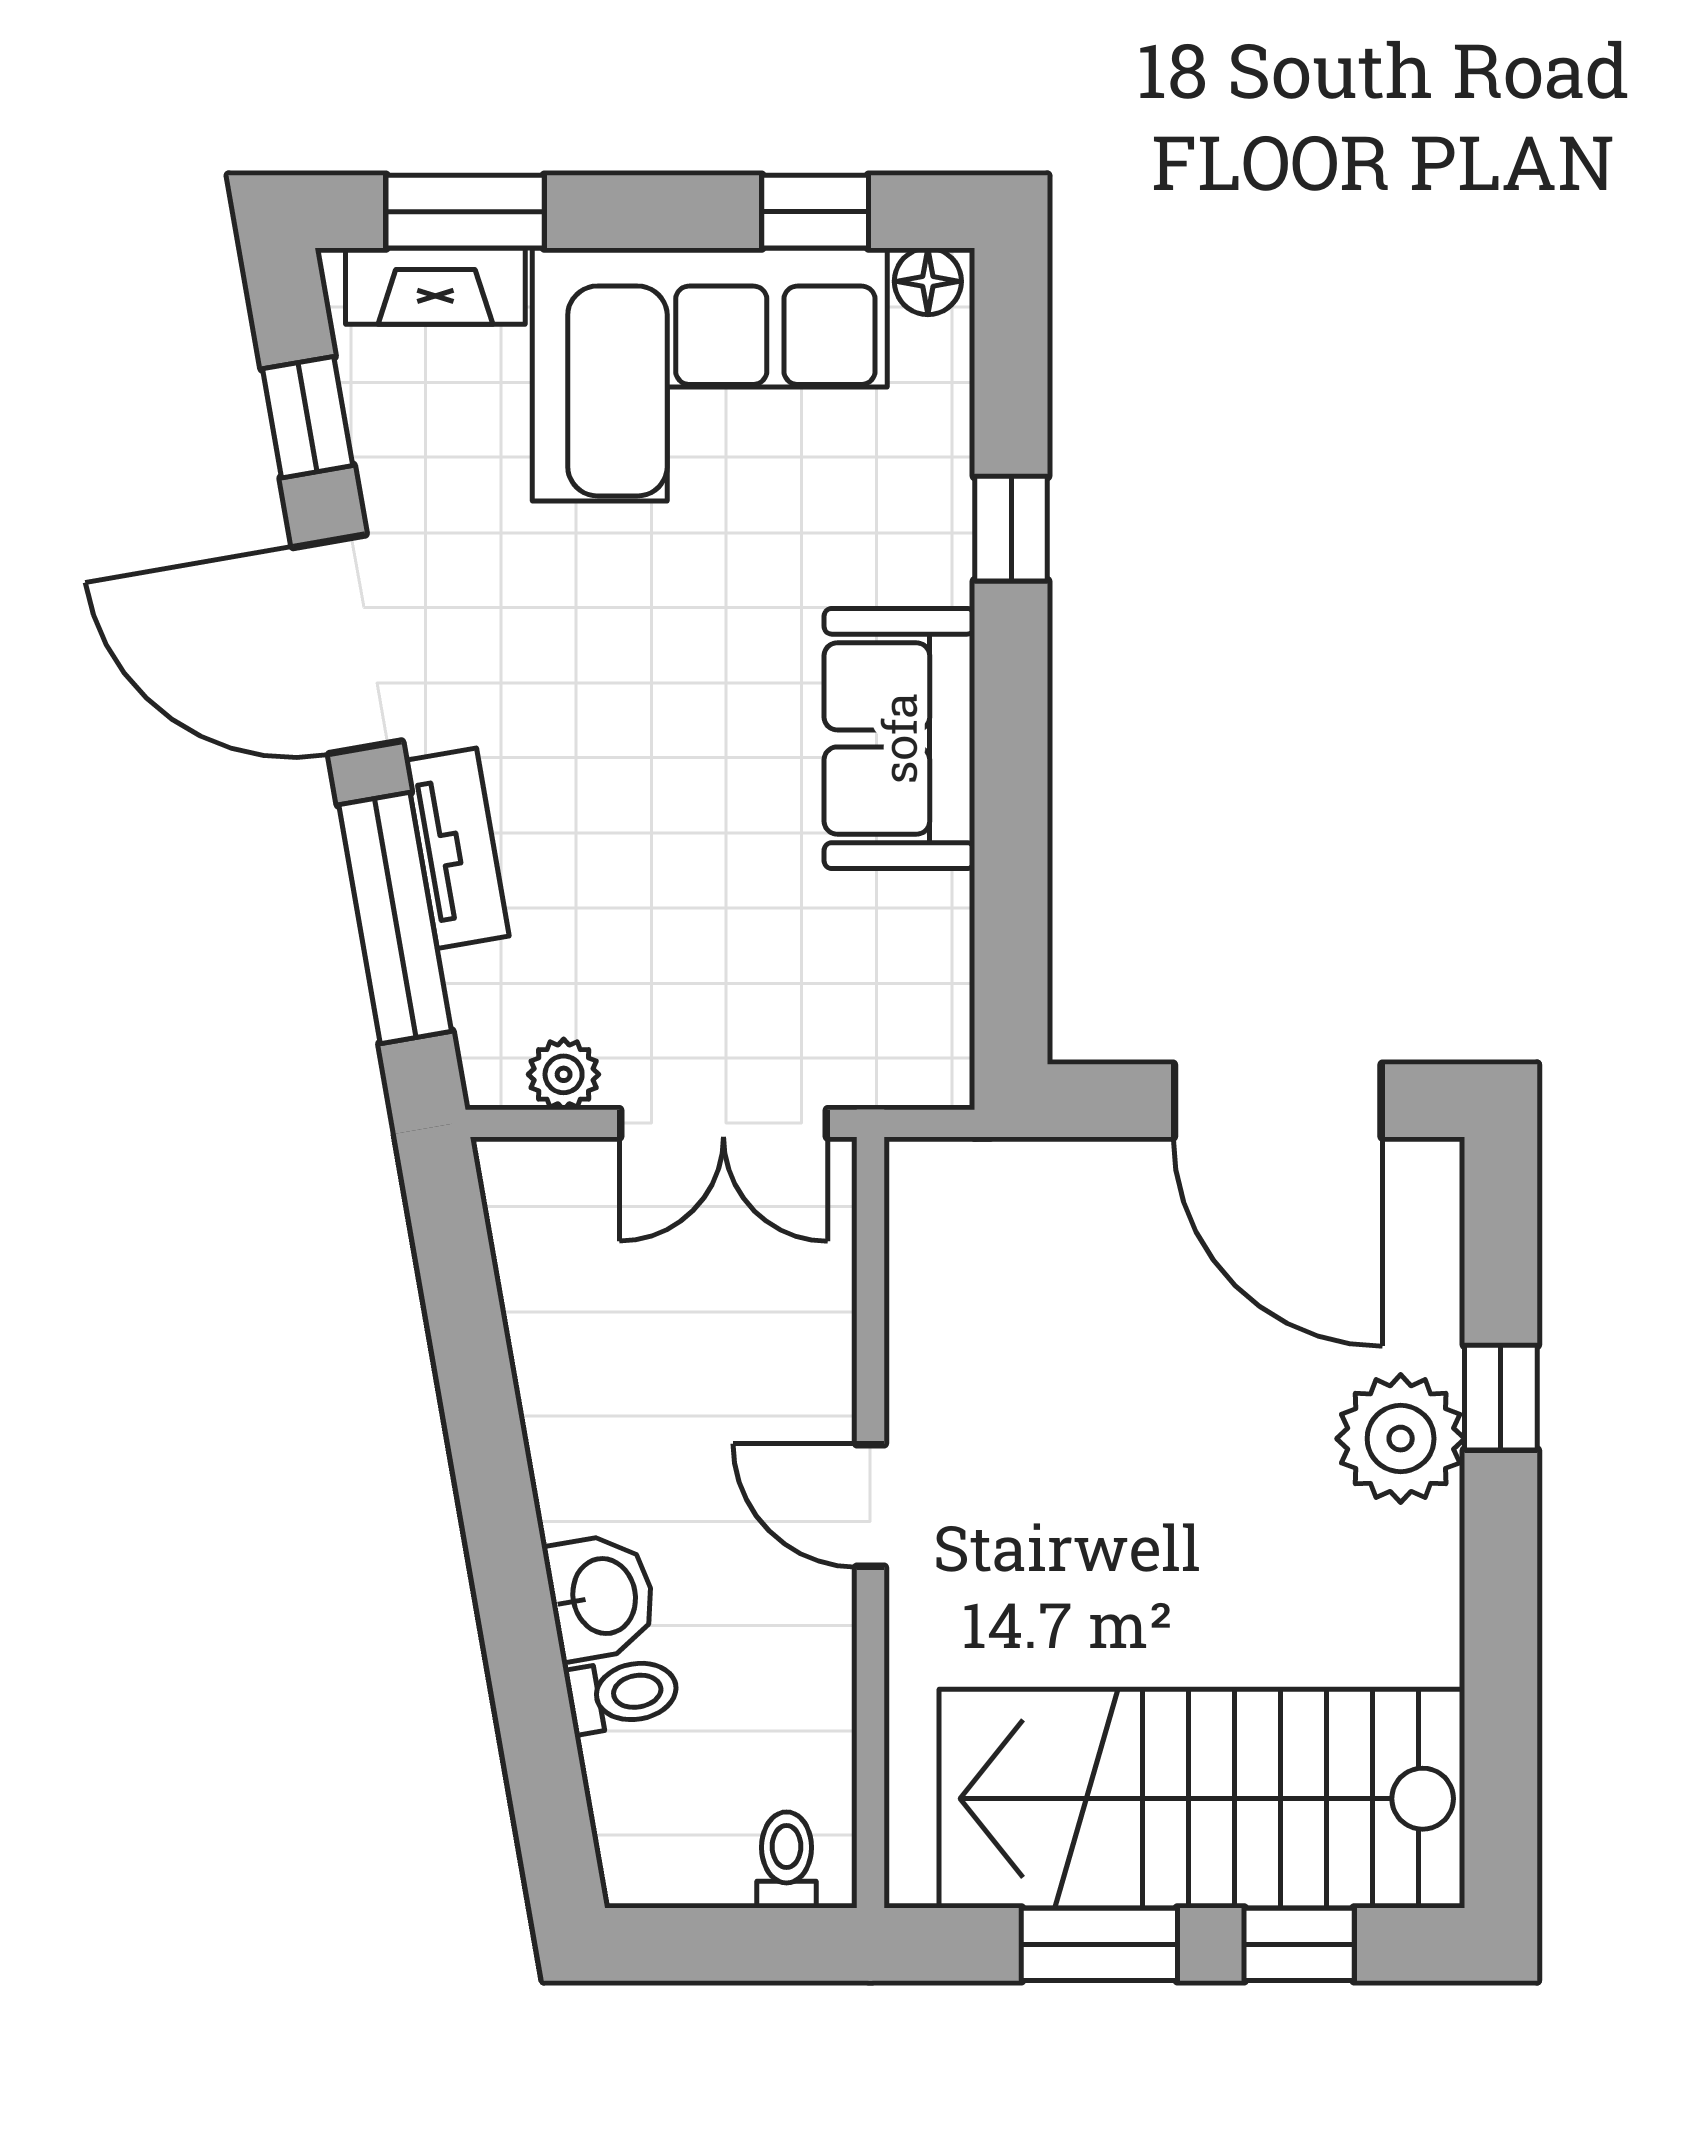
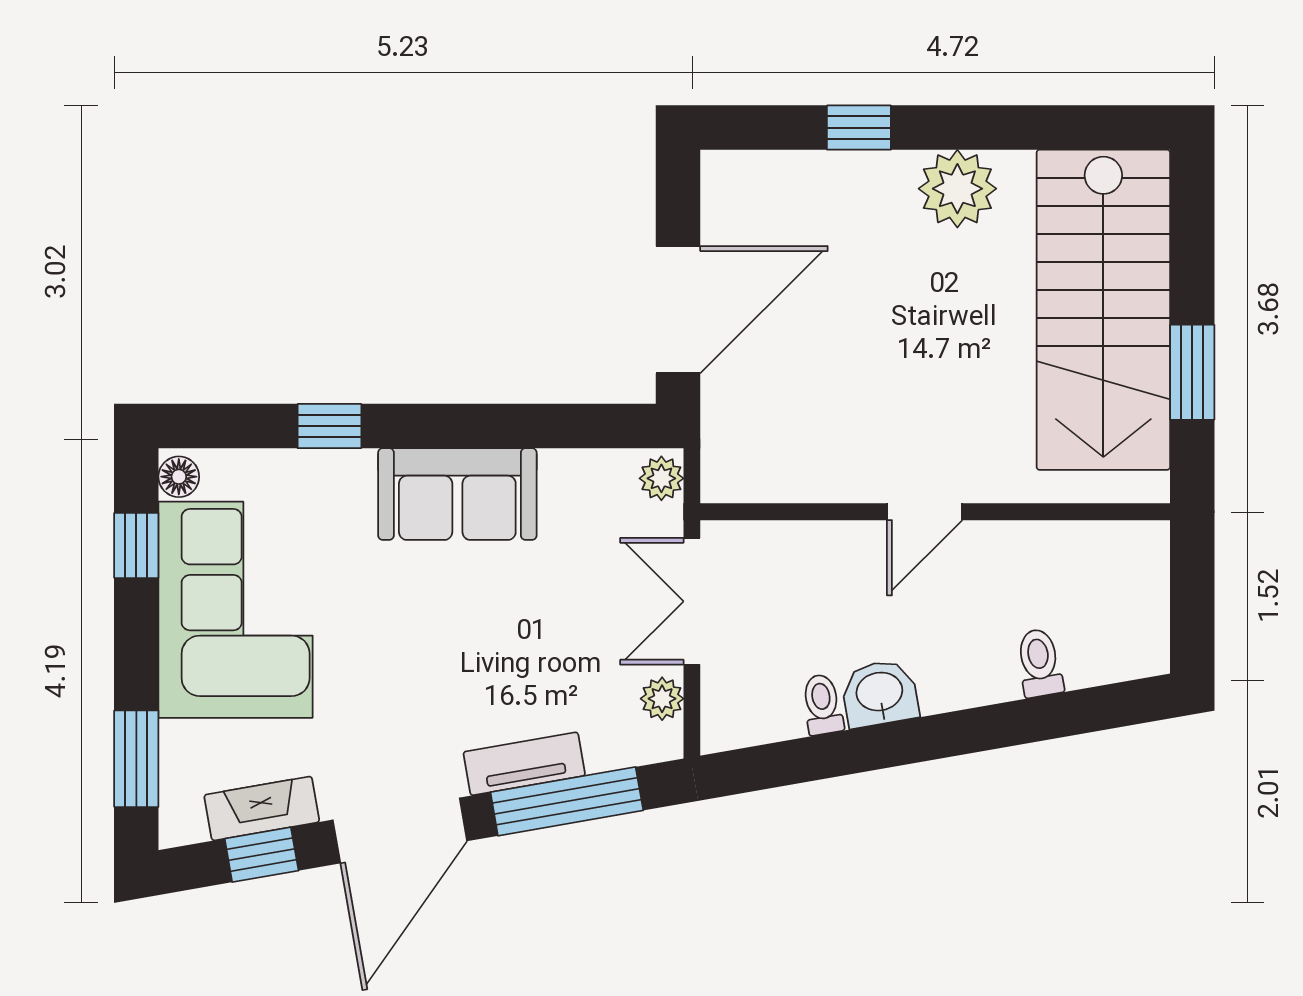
fireplace: (435, 286) -> (262, 808), moved, turned -100
plant: (925, 1073) -> (661, 478), added
door: (1278, 1101) -> (678, 310), moved
double door: (723, 1123) -> (692, 601), swing flipped
plant: (1401, 1439) -> (957, 189), moved
washbasin: (601, 1597) -> (880, 693), moved
toilet: (786, 1860) -> (822, 704), moved, turned 80
window: (1299, 1944) -> (1192, 250), removed

